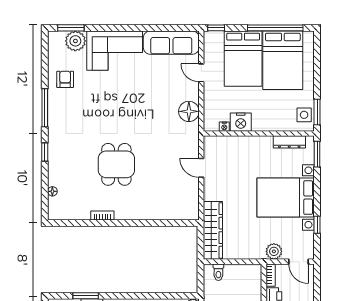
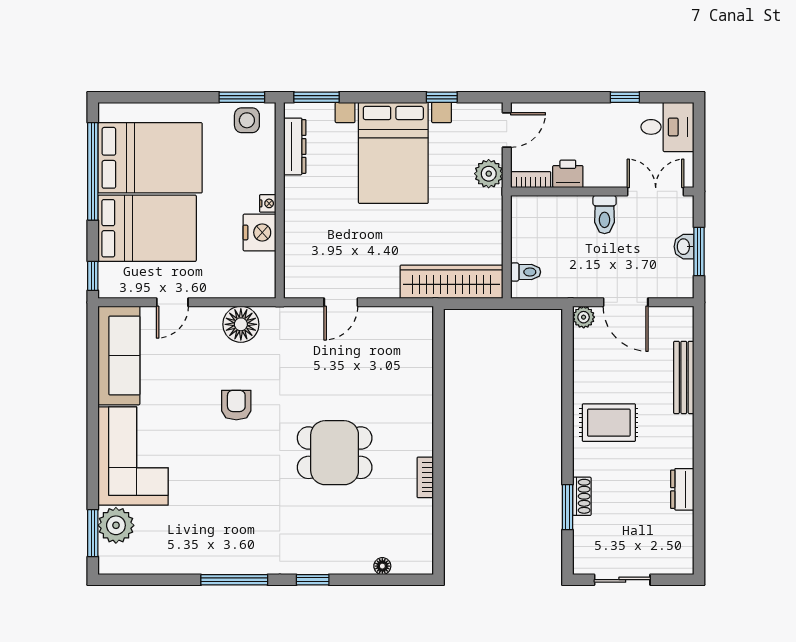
armchair: (65, 79) -> (236, 405), moved, turned 90
nightstand: (224, 127) -> (268, 203), moved

